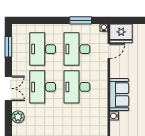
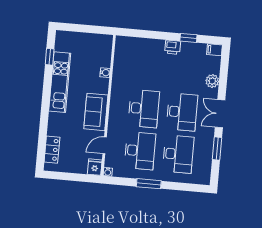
window: (81, 20) -> (149, 184), moved
fridge: (121, 33) -> (95, 167), width x0.53, depth x0.75
window: (8, 47) -> (217, 148), moved
sofa: (119, 95) -> (96, 112), moved

